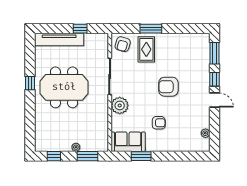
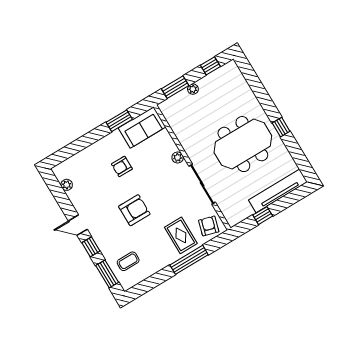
window: (151, 29) -> (189, 260), width x1.44
coffee table: (194, 53) -> (128, 261), added
plant: (120, 105) -> (178, 158), width x0.53, depth x0.53

